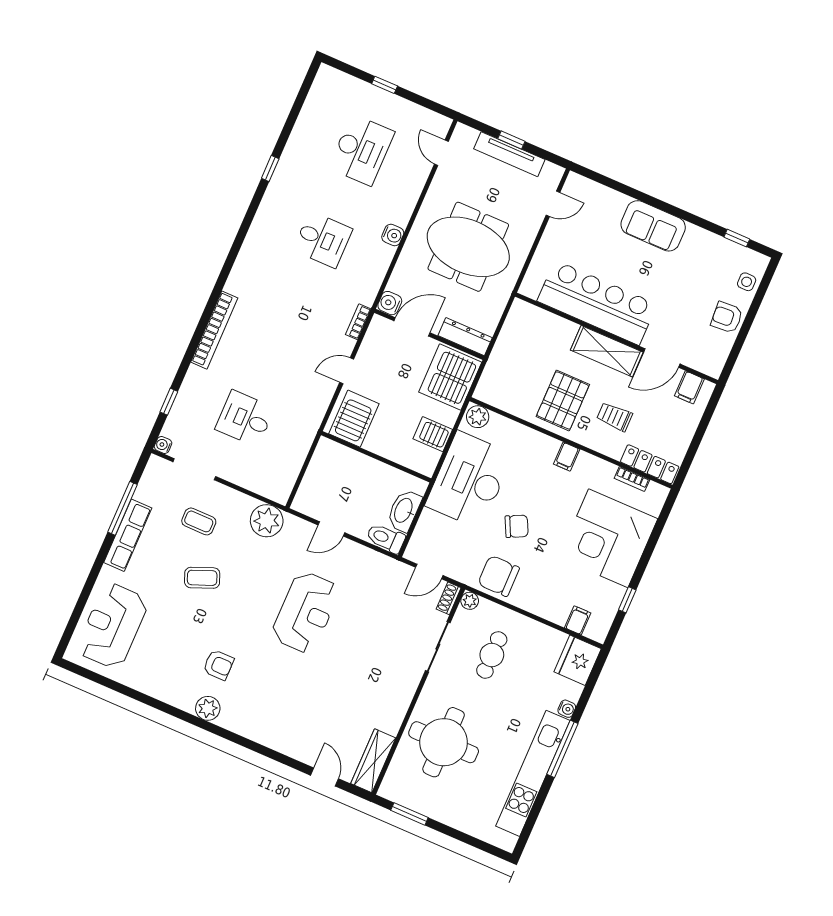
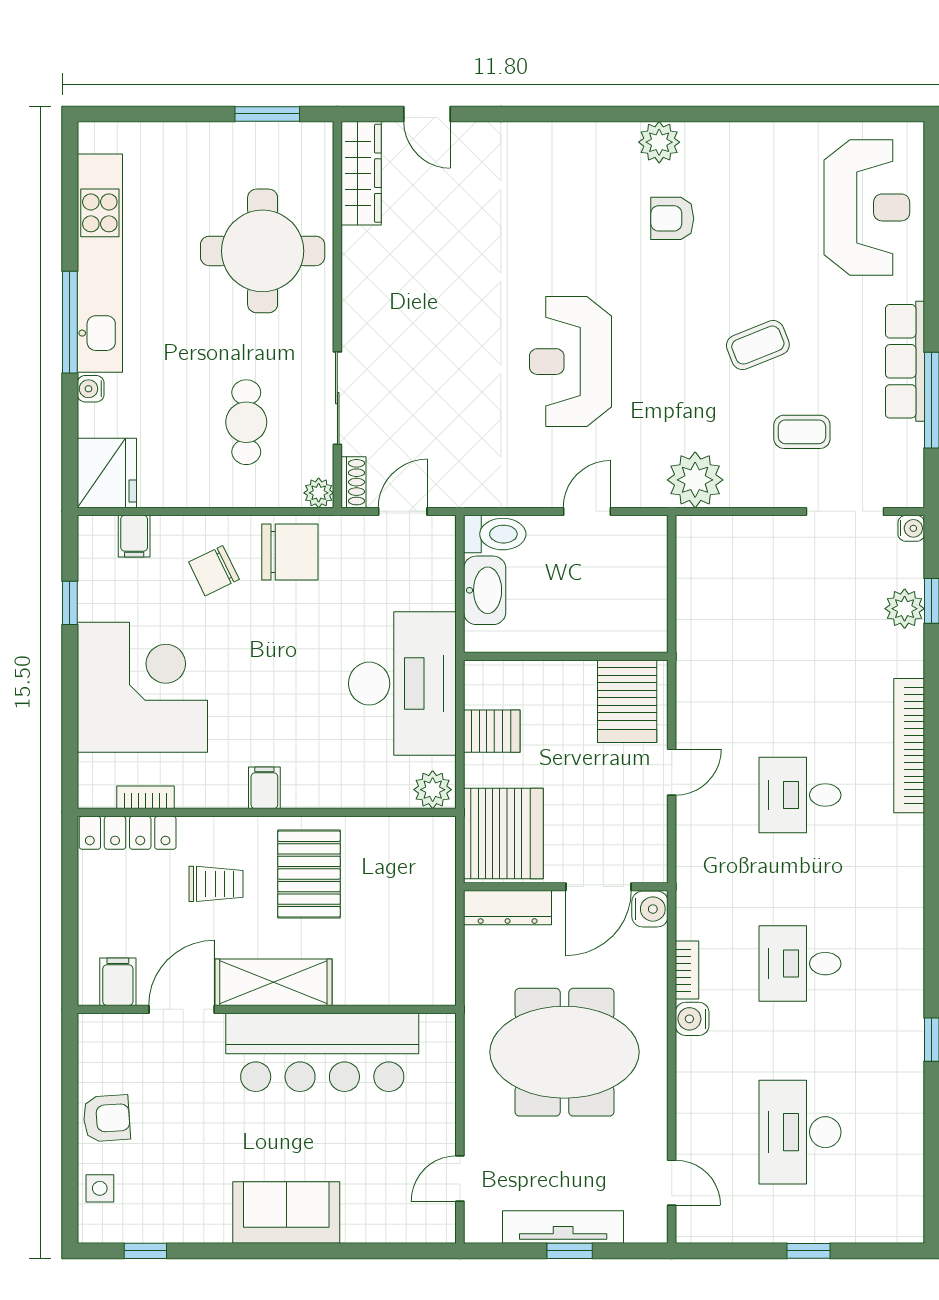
bookcase: (358, 322) -> (687, 970), moved
plant: (185, 404) -> (905, 609), added
desk: (245, 419) -> (800, 795), moved, turned 180
chair: (517, 526) -> (214, 571), moved

